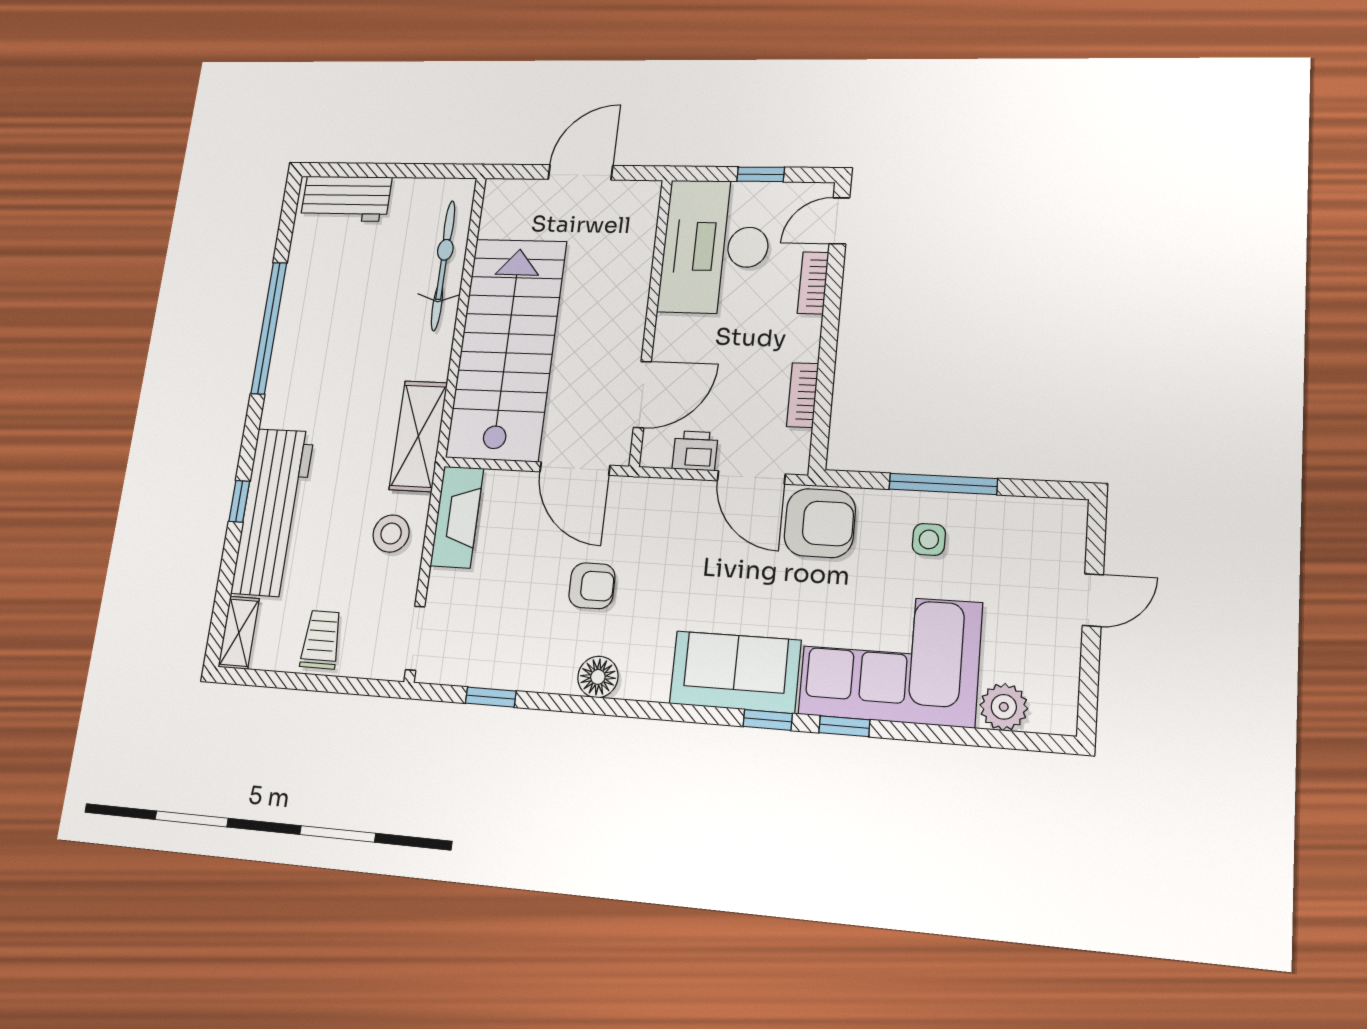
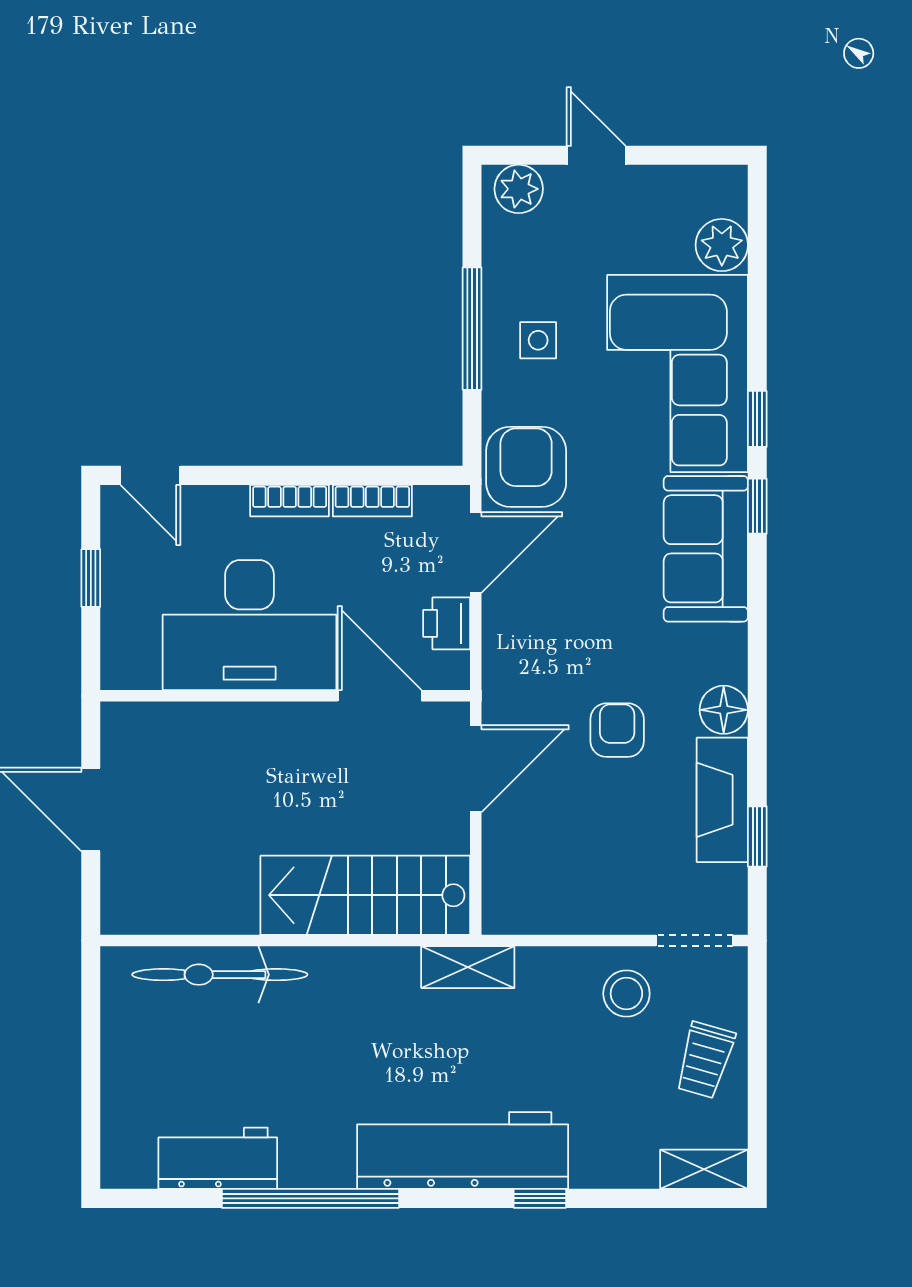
workbench: (346, 199) -> (218, 1158), moved, turned -90
desk: (716, 247) -> (250, 625), moved
bookcase: (813, 283) -> (290, 501), moved
stairs: (507, 348) -> (365, 895), width x0.73, depth x0.66
shelving: (418, 436) -> (468, 967), width x0.67, depth x0.75
workbench: (273, 512) -> (463, 1151), moved
fireplace: (457, 517) -> (722, 800), moved, turned -90
plant: (1065, 530) -> (519, 189), added
stool: (391, 534) -> (626, 994), moved
trolley: (321, 640) -> (705, 1060), turned -74

